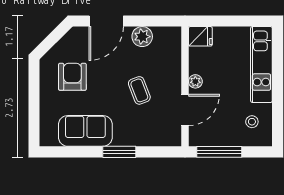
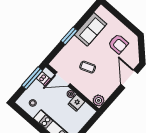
fridge: (200, 36) -> (76, 103), moved
plant: (142, 37) -> (99, 100), moved
door: (185, 110) -> (63, 79), hinge flipped
dishwasher: (207, 136) -> (43, 79), added

